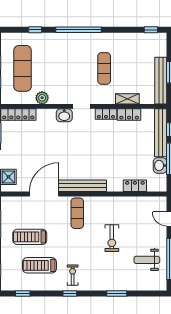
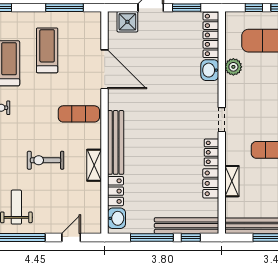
washbasin: (64, 115) -> (210, 70), moved
washbasin: (160, 166) -> (117, 218), moved, turned 90
bench: (83, 186) -> (116, 142), moved
shelving: (116, 202) -> (94, 165), added

